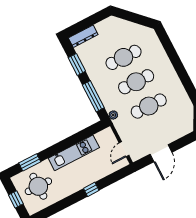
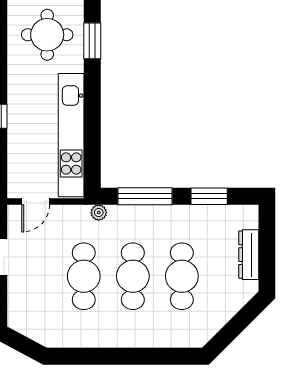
dresser: (83, 36) -> (249, 255), moved
door: (124, 149) -> (36, 201), swing flipped
kitchen unit: (74, 153) -> (71, 135), width x1.36

